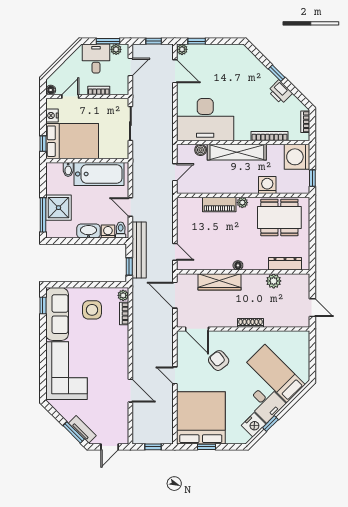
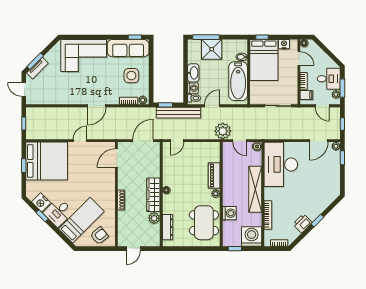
filing cabinet: (117, 87) -> (306, 95), added
boiler: (201, 150) -> (257, 146), moved
plant: (163, 194) -> (223, 131), added
wardrobe: (219, 282) -> (153, 195), moved
armchair: (219, 361) -> (99, 236), moved
door: (130, 391) -> (97, 106), moved

